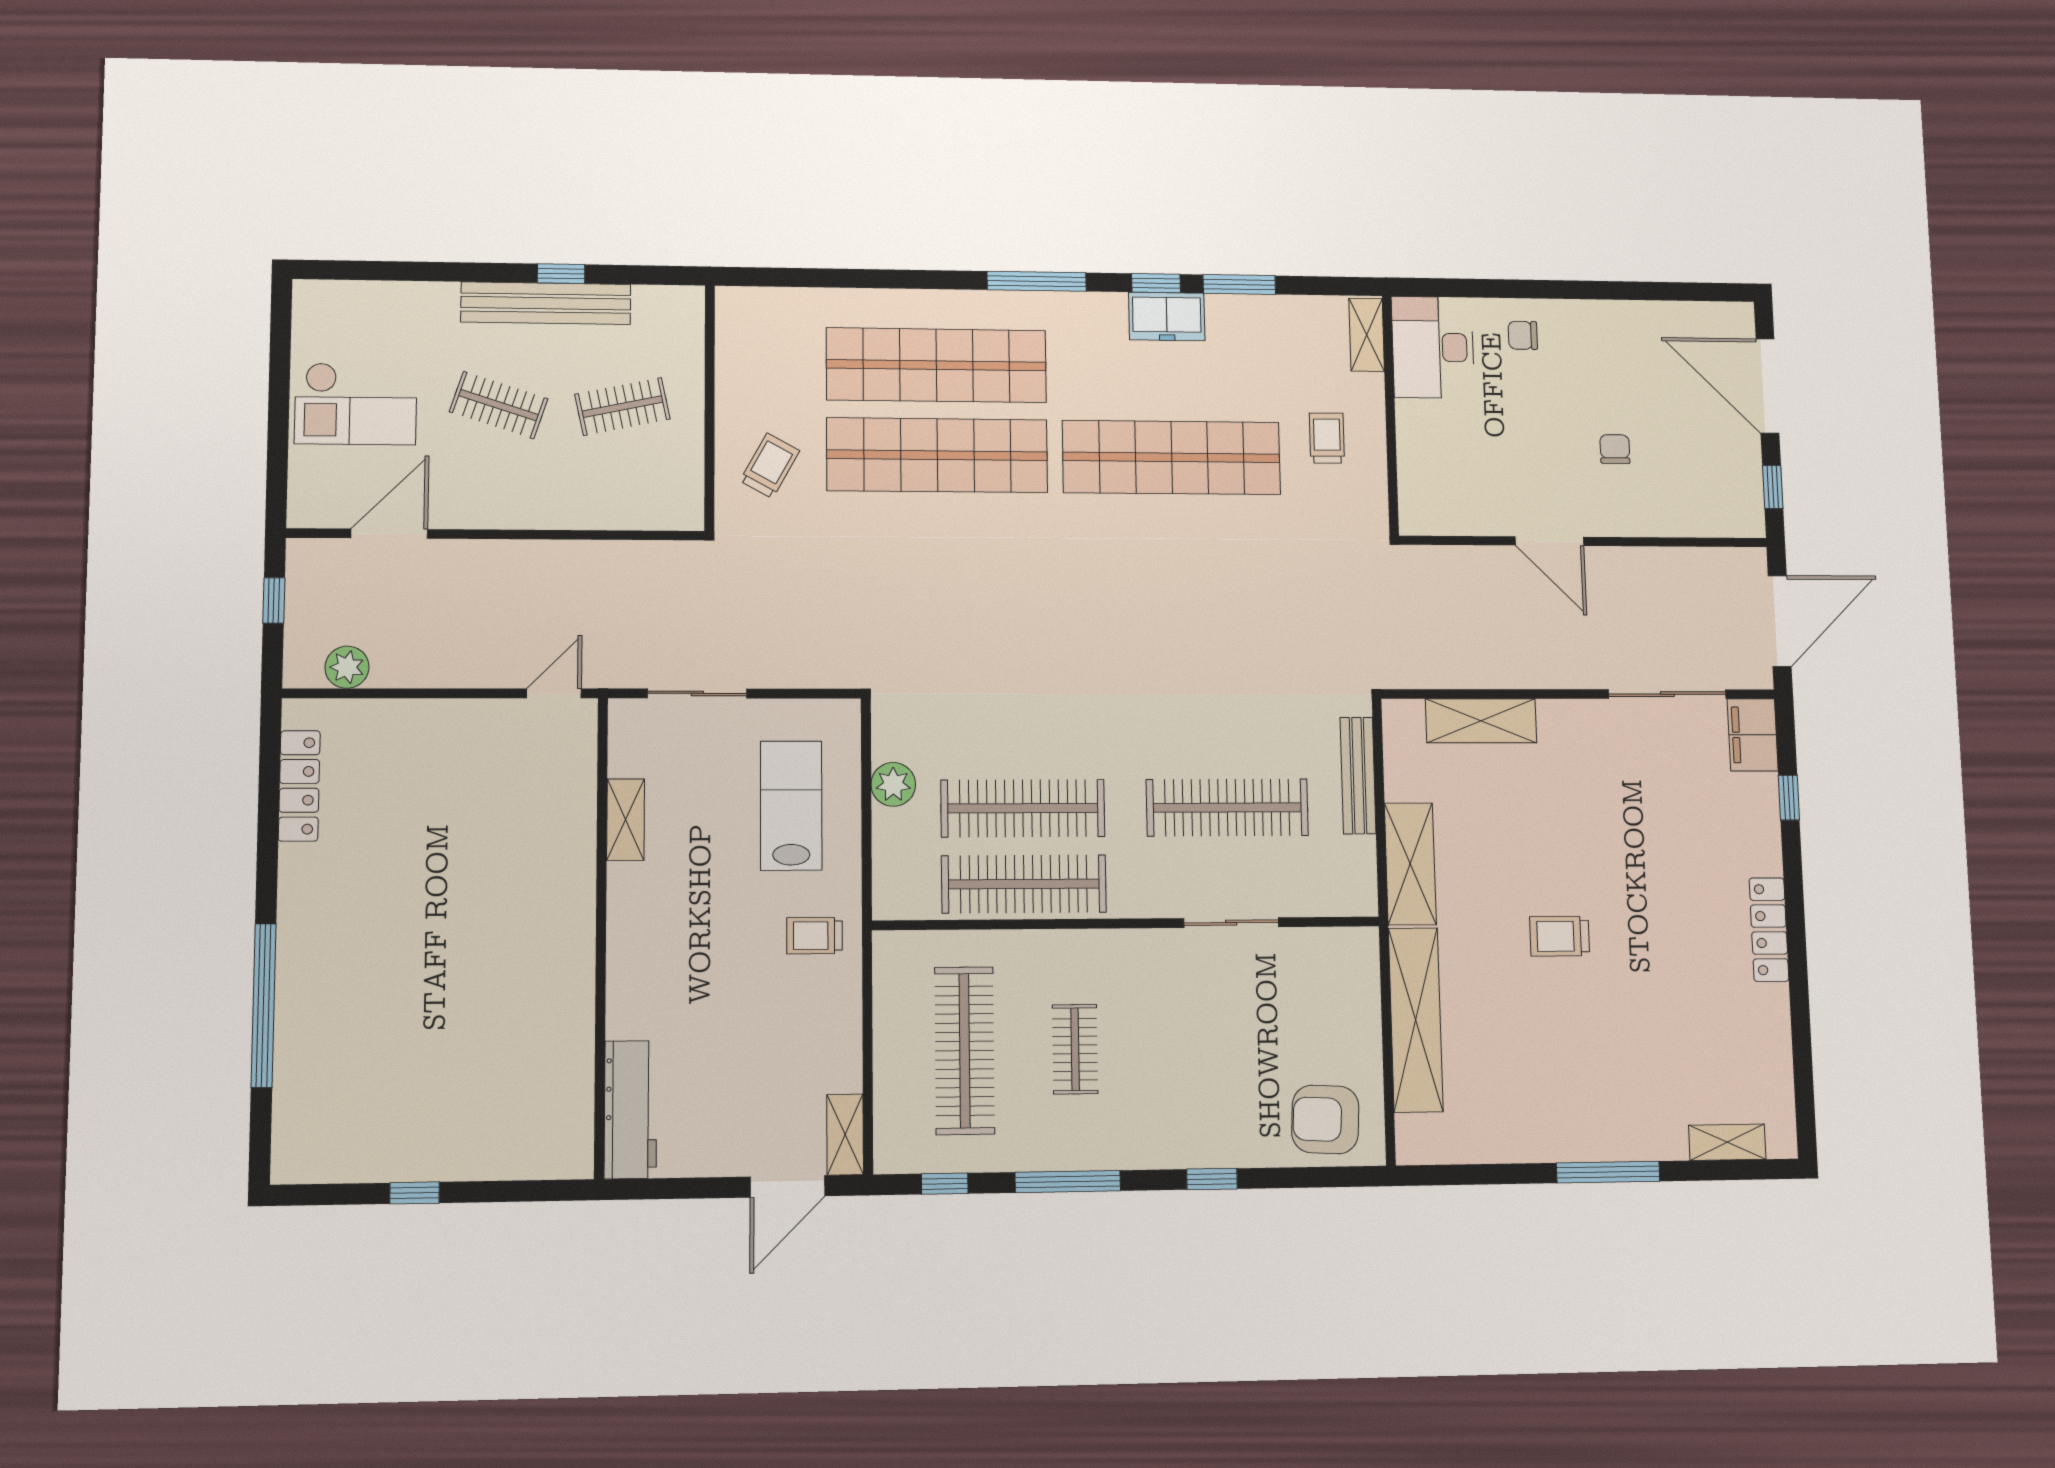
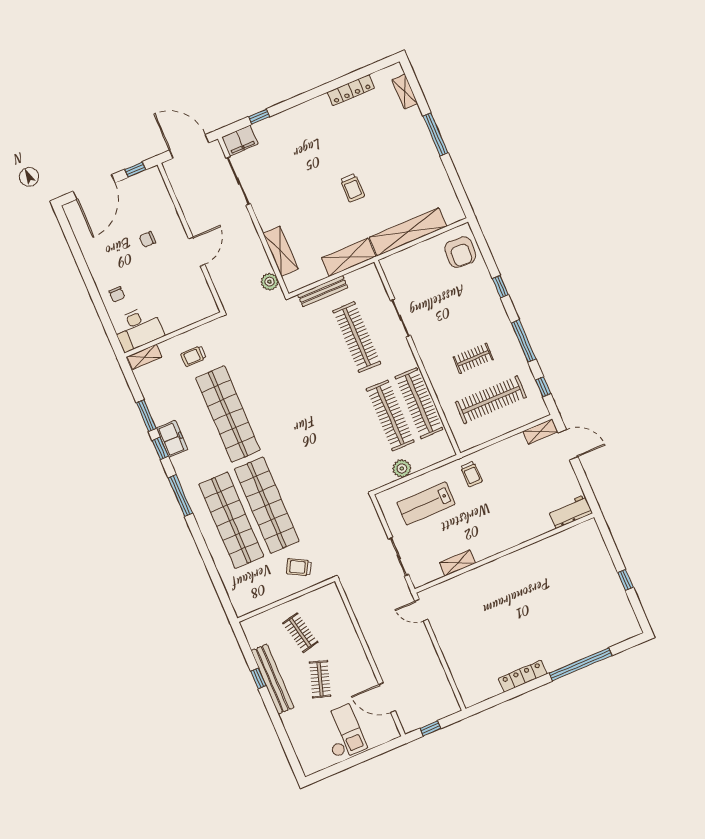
plant: (347, 667) -> (270, 282), moved
locker: (299, 786) -> (523, 676), moved
locker: (1769, 930) -> (351, 90), moved
workbench: (631, 1110) -> (570, 512), width x0.73

